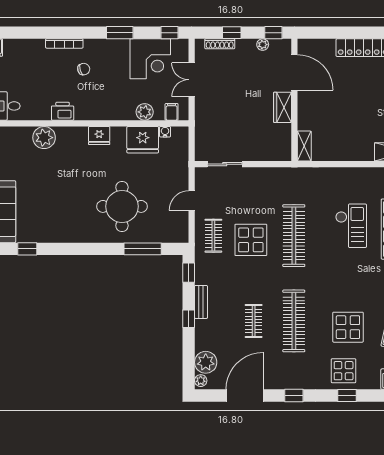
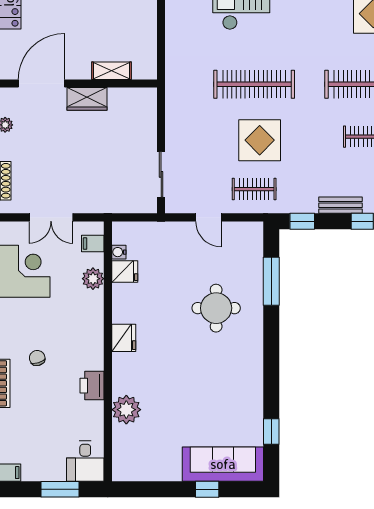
fridge: (143, 140) -> (125, 271), width x0.53, depth x0.75
shelving: (304, 146) -> (111, 71), moved
round table: (122, 206) -> (216, 308), width x0.73, depth x0.73

